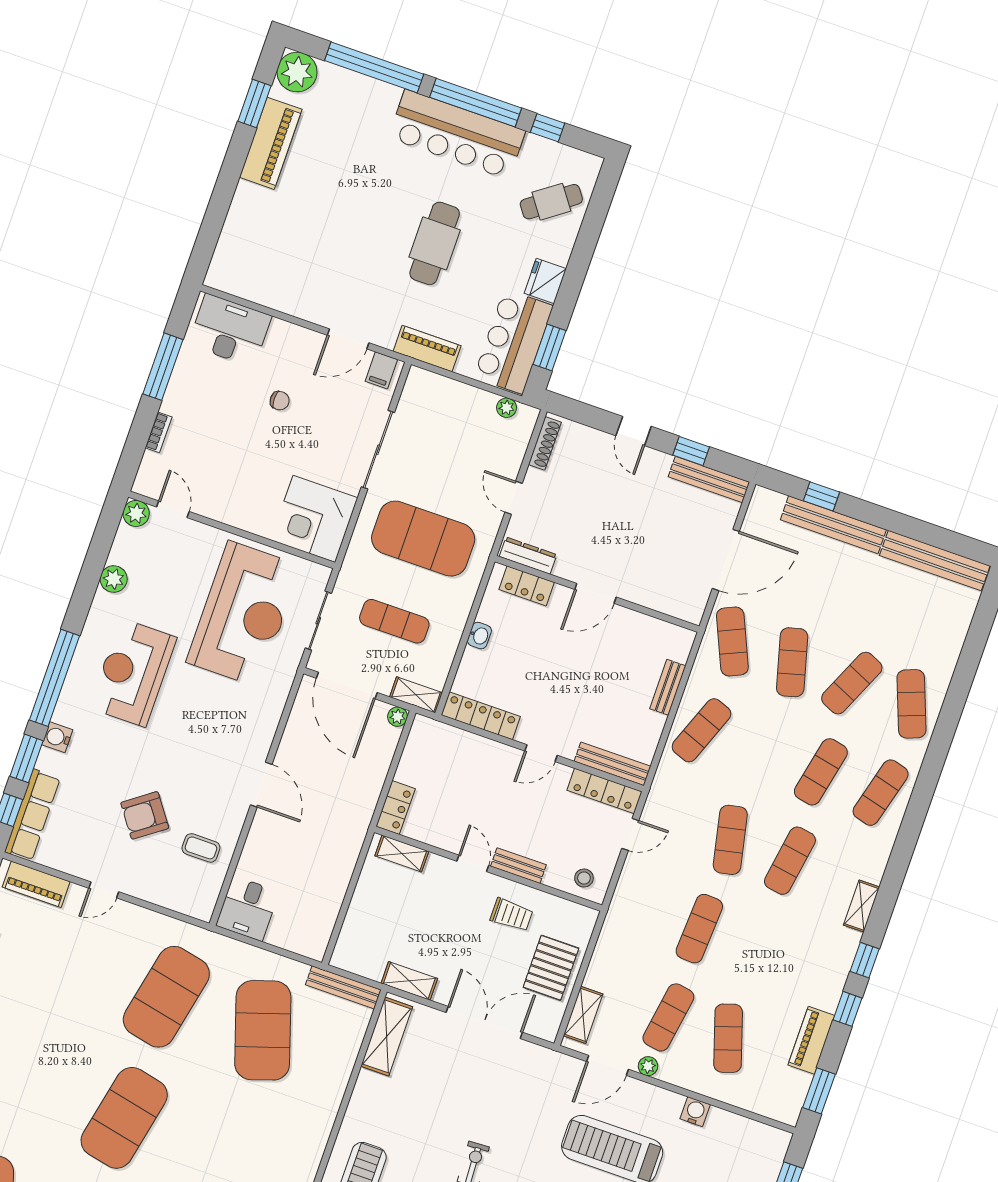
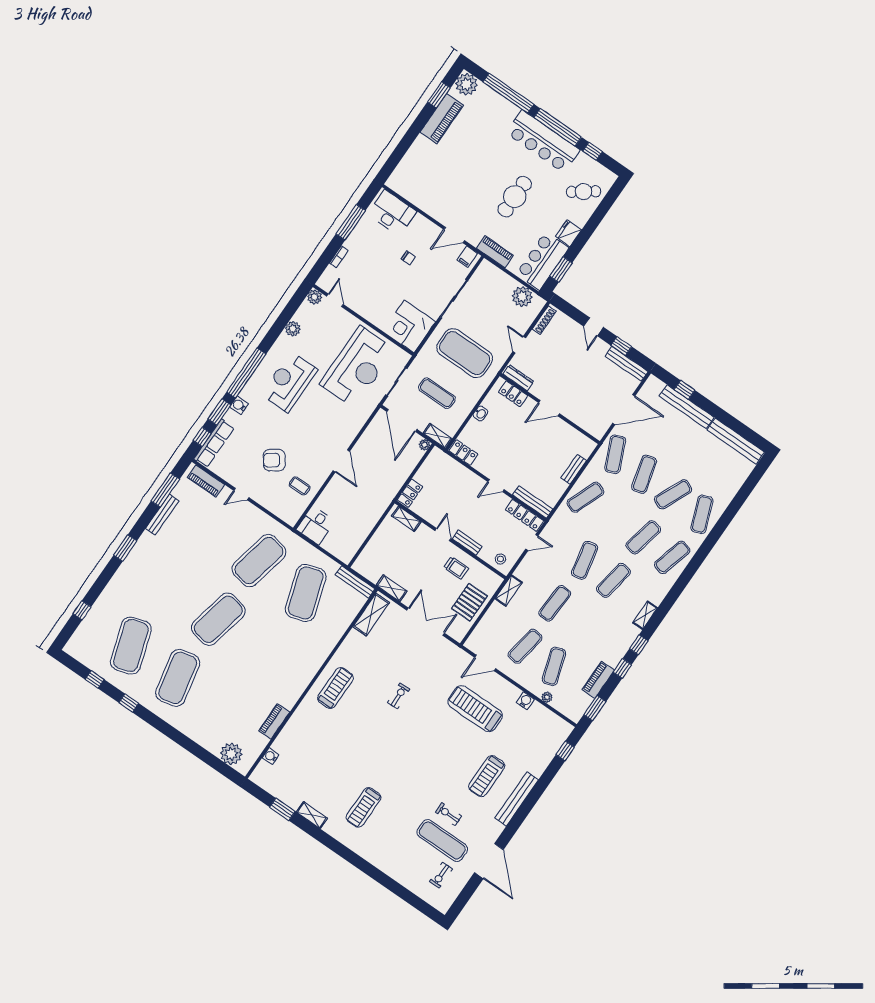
plant: (507, 408) -> (522, 297), width x1.87, depth x1.87
locker: (481, 716) -> (463, 453), width x0.66
shelving: (583, 1015) -> (509, 590), moved
plant: (648, 1066) -> (547, 697), moved

